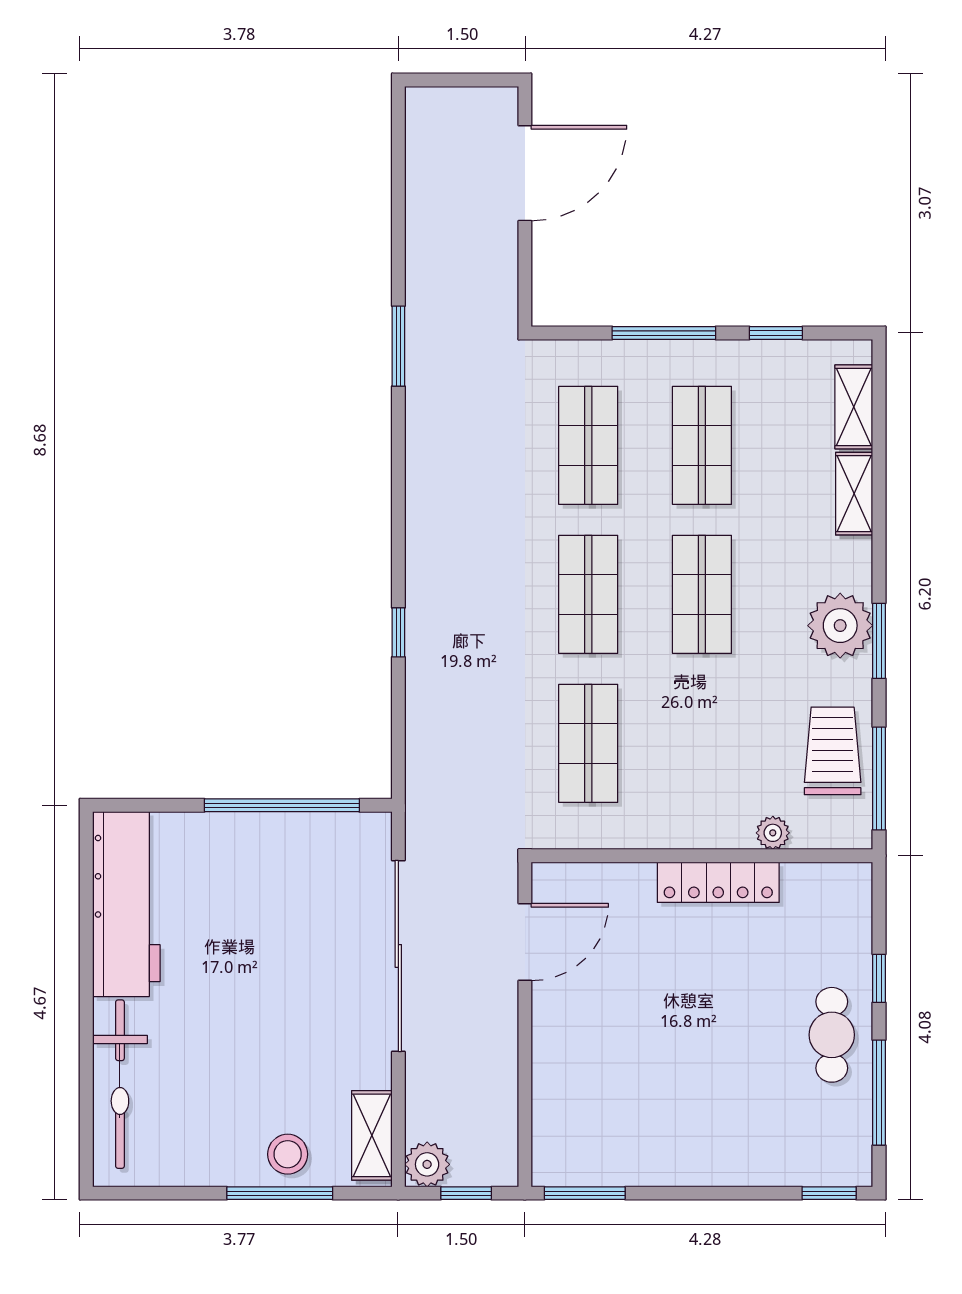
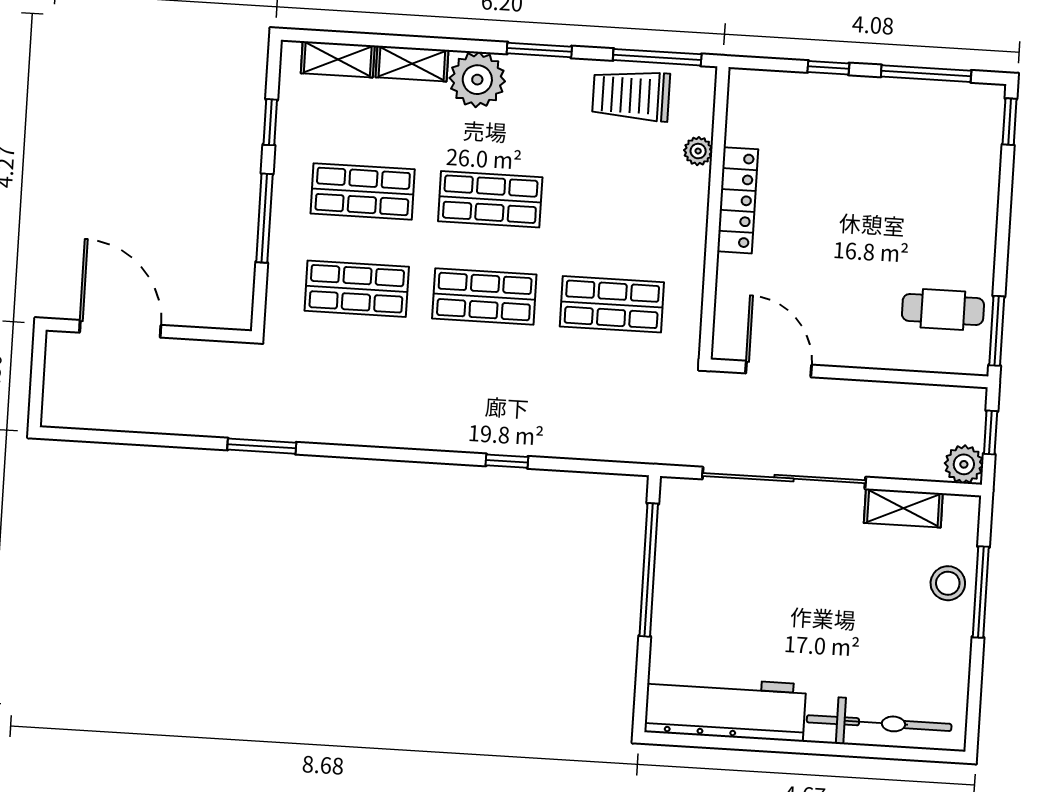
plant: (840, 626) -> (477, 80), moved
cafe table: (832, 1035) -> (943, 309), moved
shelving: (372, 1135) -> (903, 508), moved

